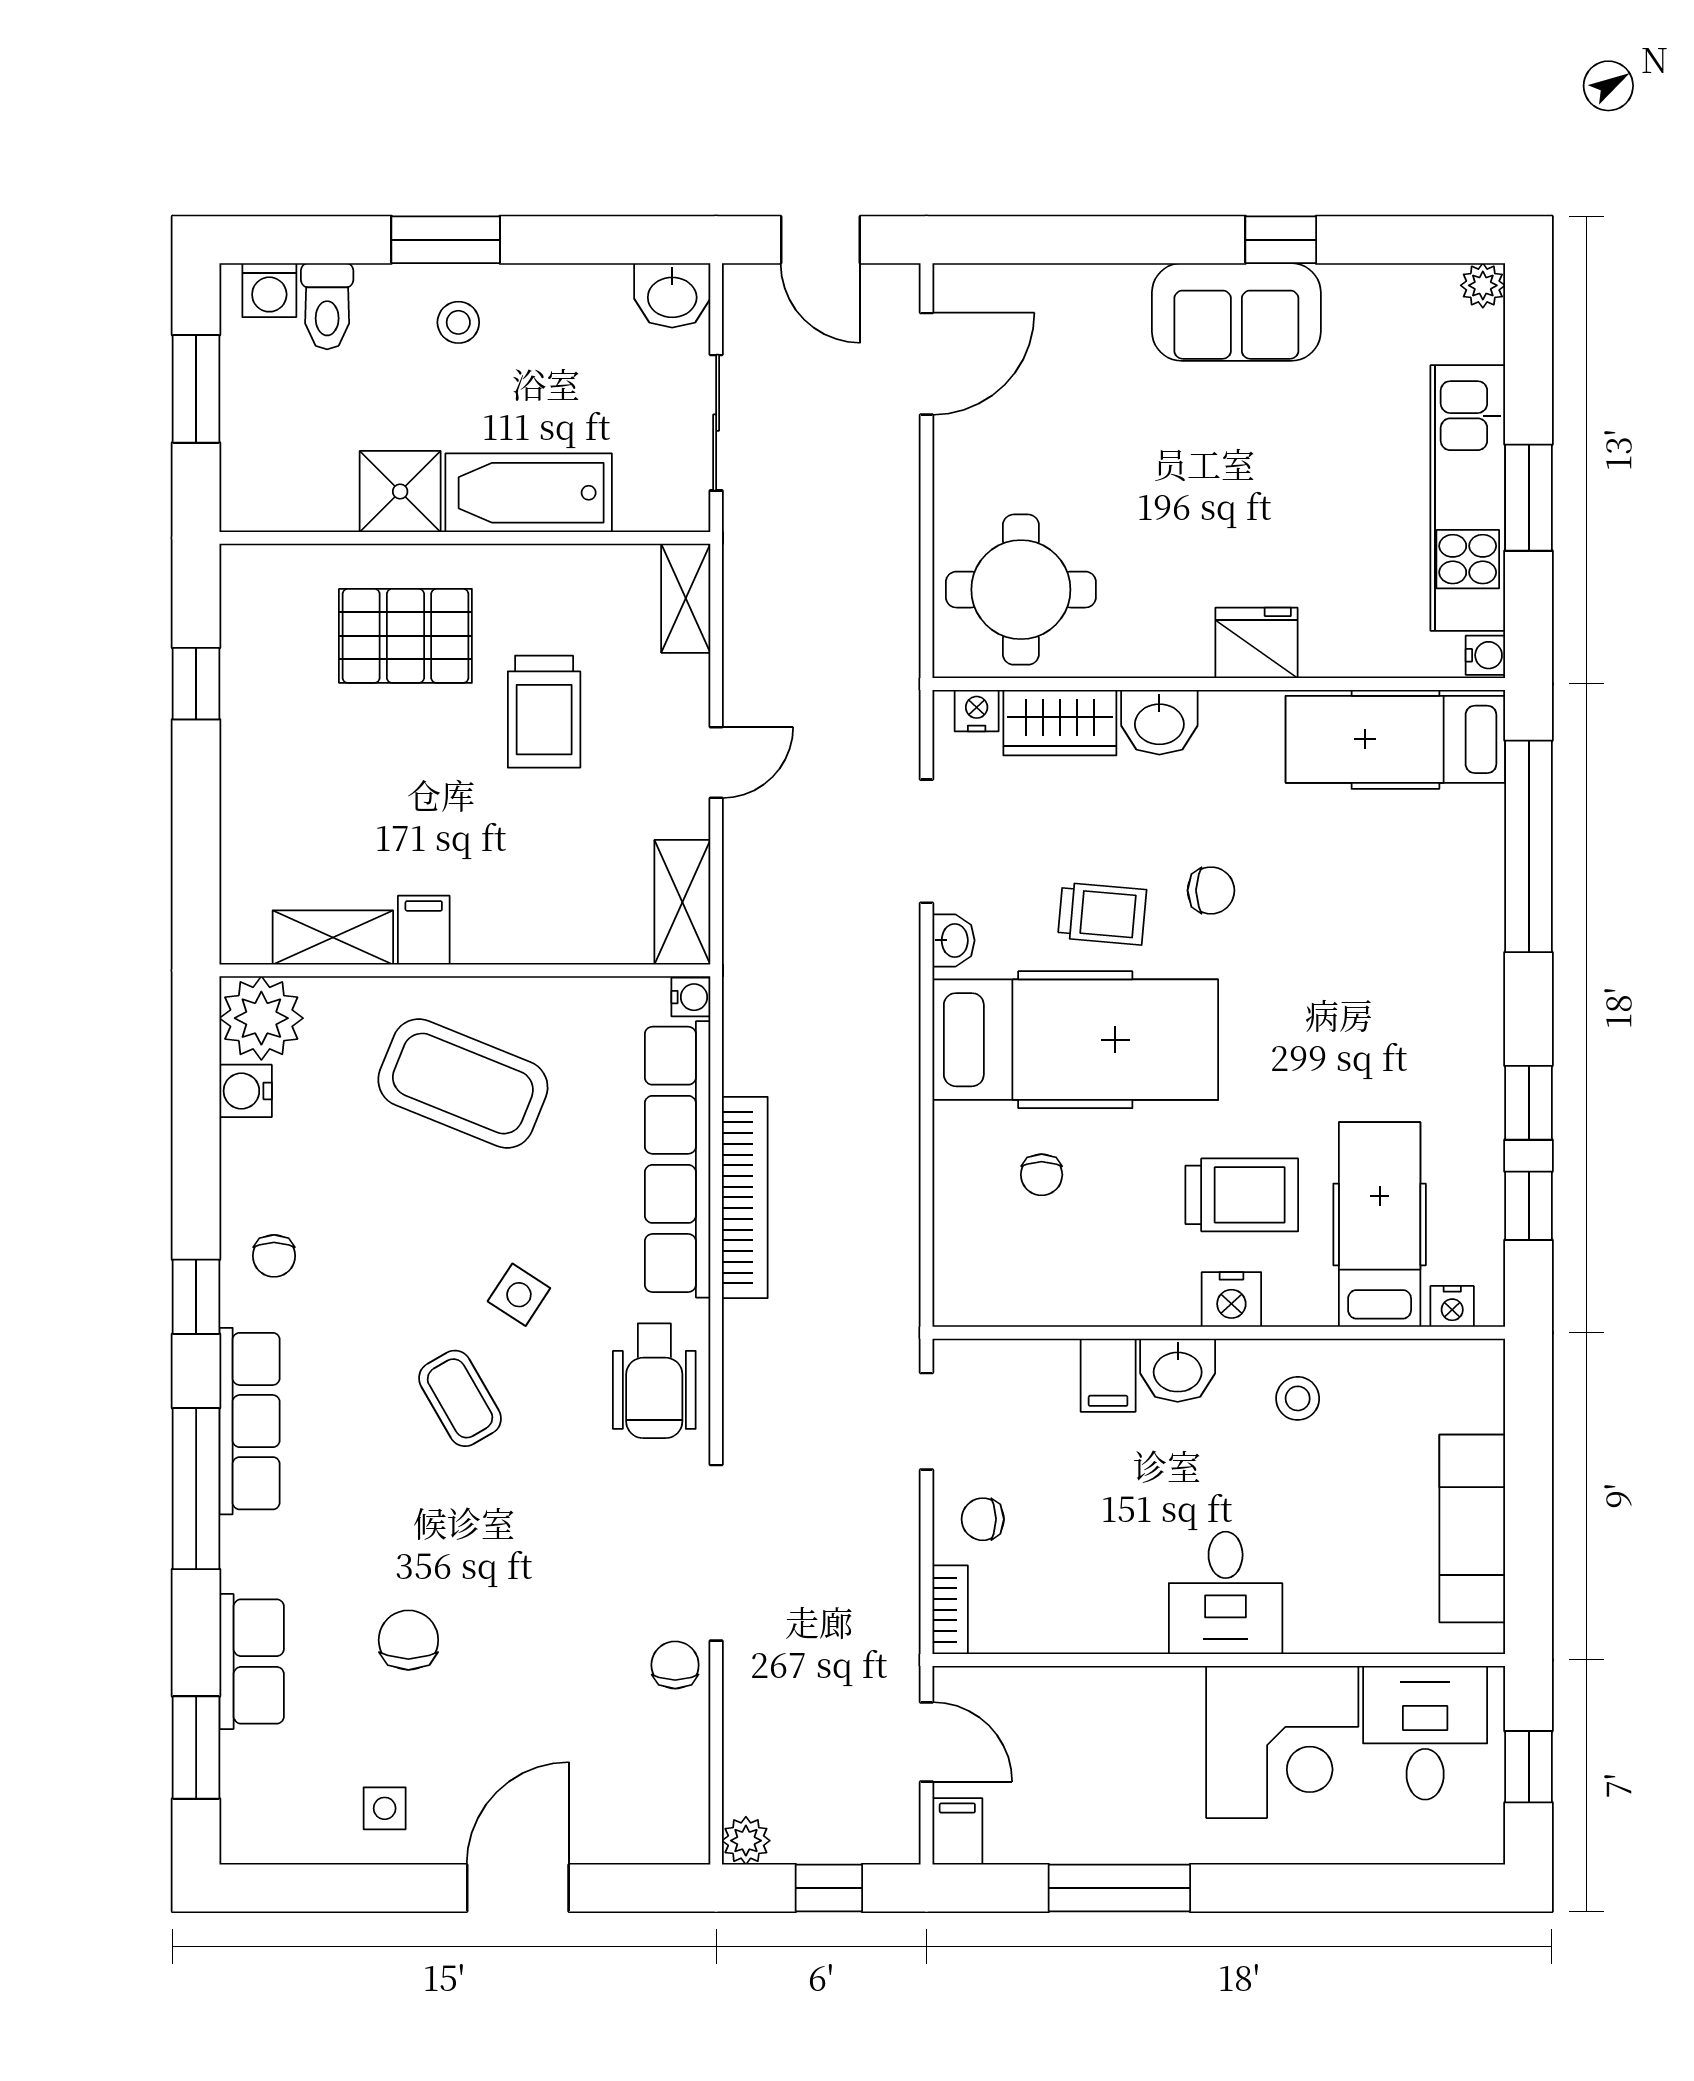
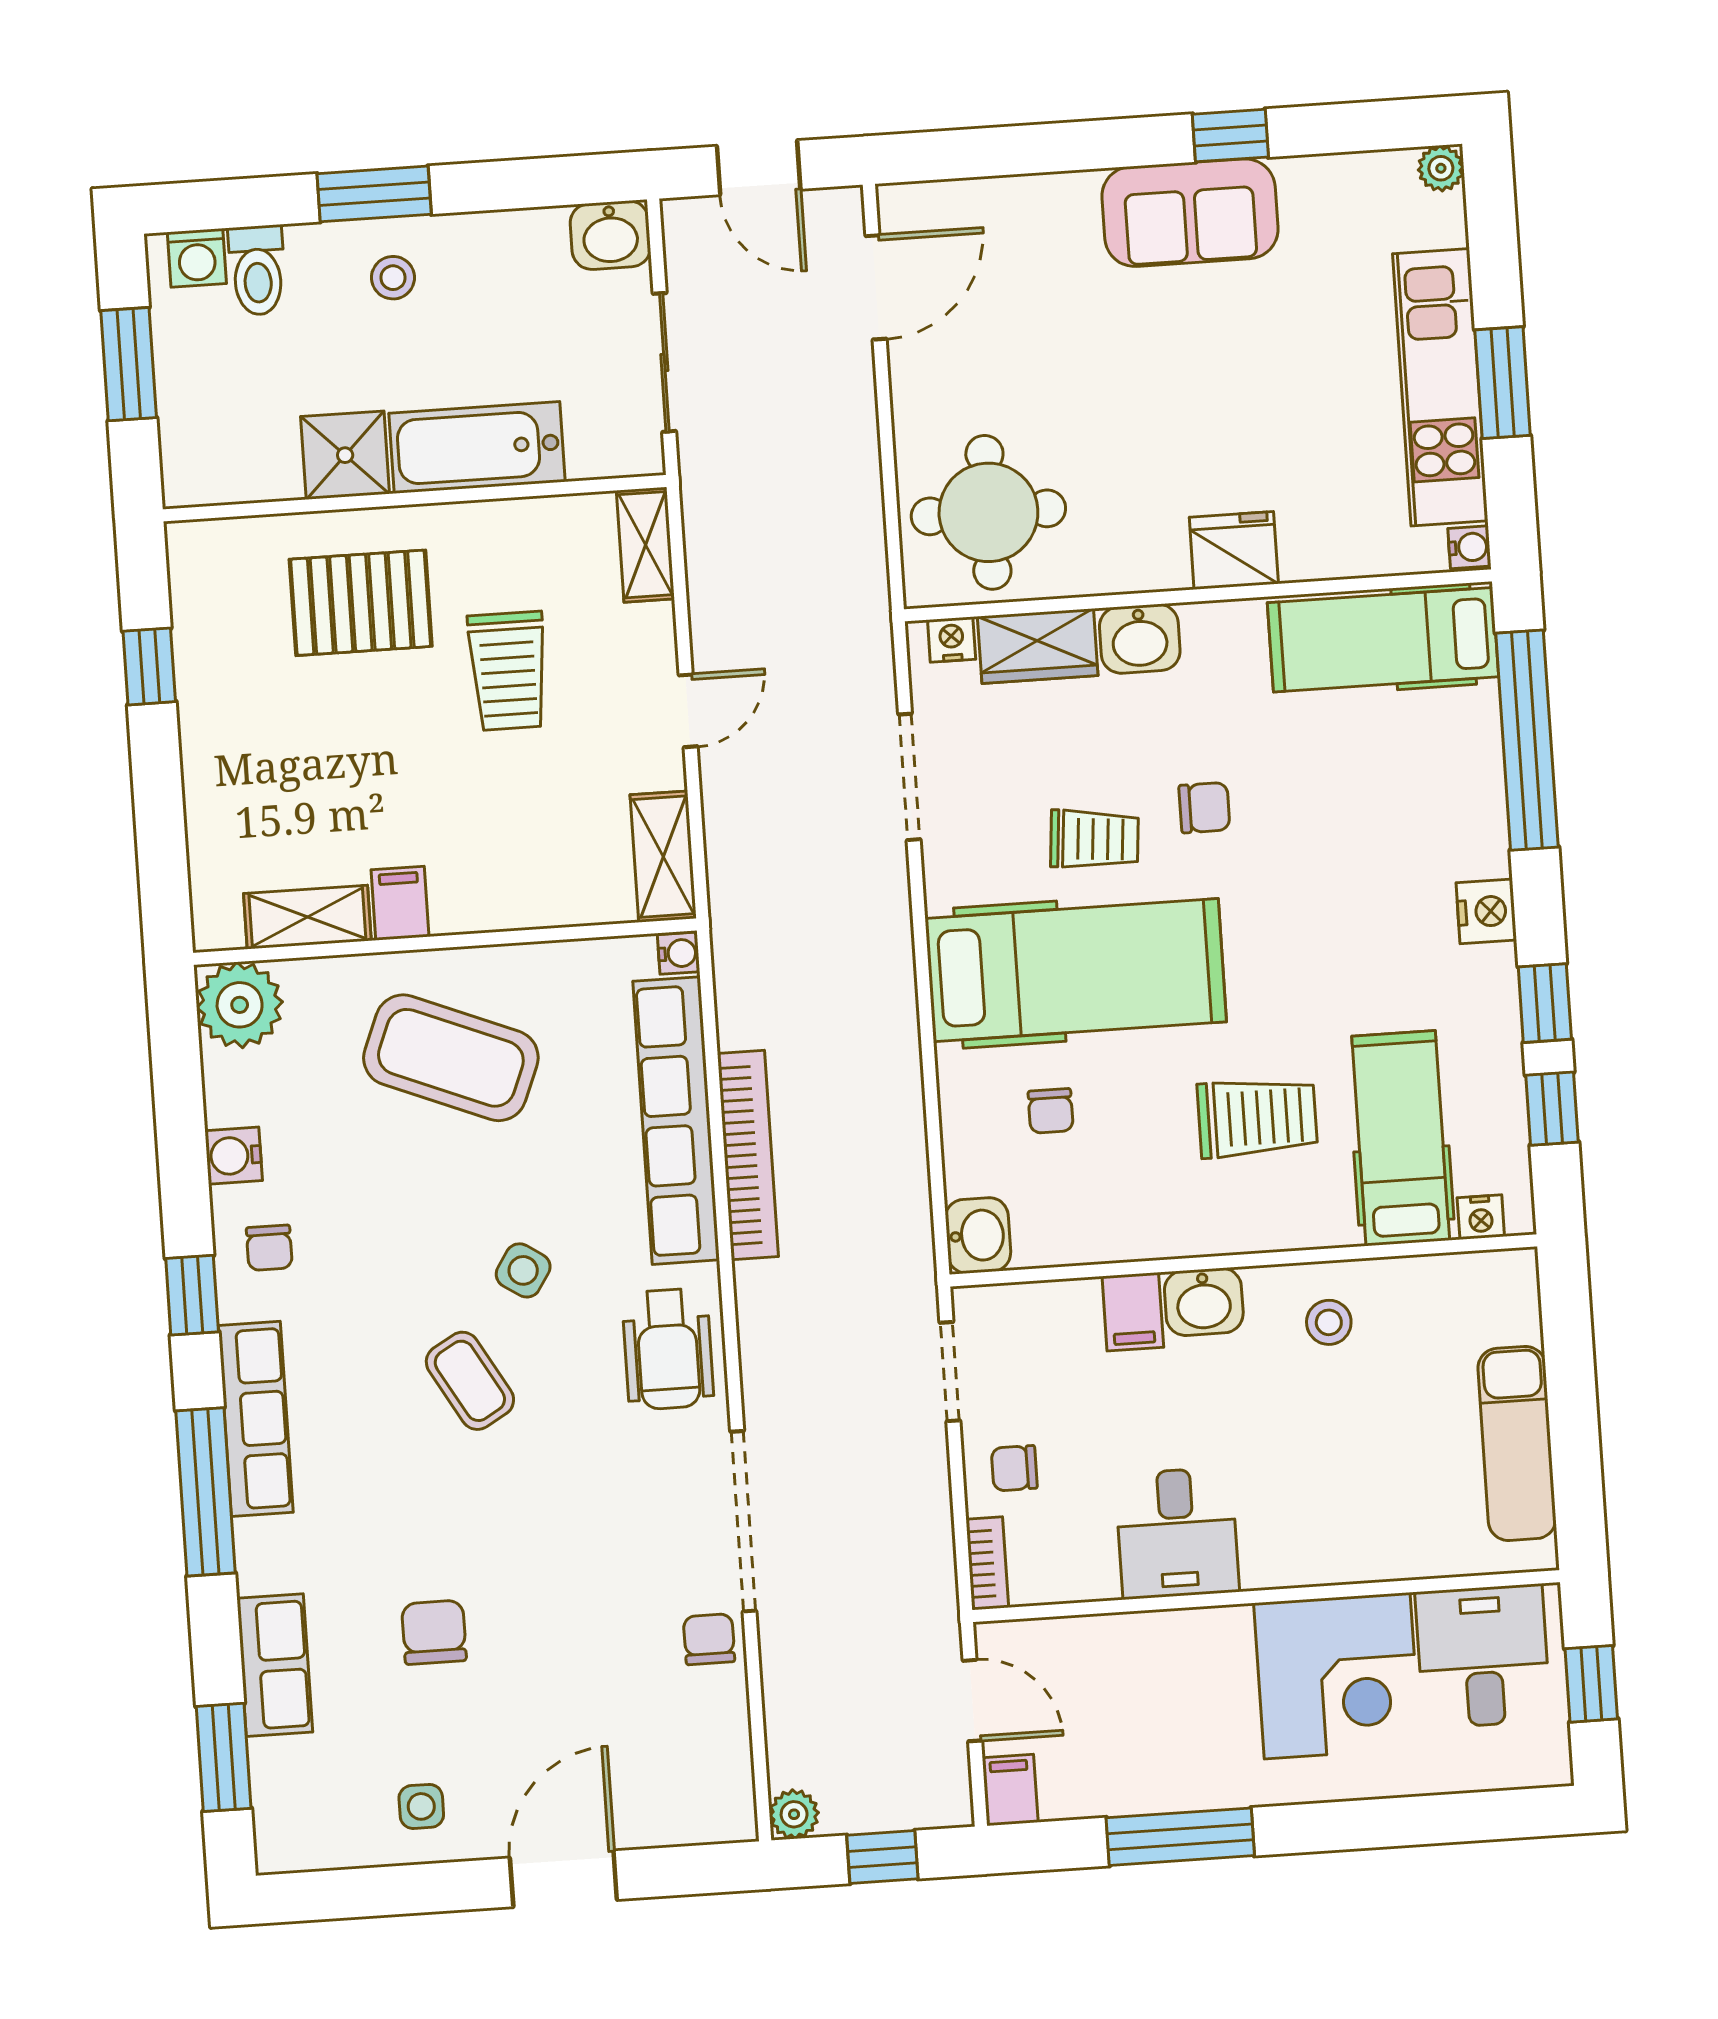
washbasin: (953, 940) -> (978, 1235), moved, width x1.38, depth x1.45
water cooler: (246, 1091) -> (234, 1156), moved
nightstand: (1231, 1299) -> (1486, 911), moved, turned -90
desk: (1226, 1593) -> (1177, 1533), moved

